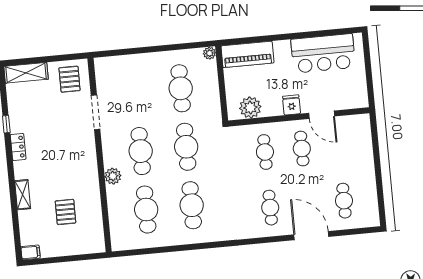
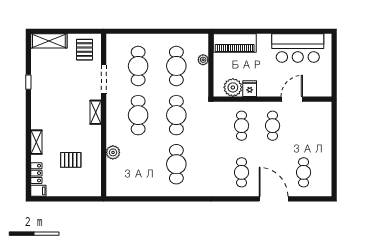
plant: (209, 53) -> (203, 60), moved
fridge: (292, 105) -> (250, 89), moved
door: (322, 115) -> (292, 99), swing flipped
locker: (18, 147) -> (36, 173), moved
shelving: (90, 153) -> (96, 112), added
plant: (113, 176) -> (113, 152), moved
cafe table: (146, 210) -> (138, 66), moved
pallet: (65, 212) -> (71, 160), turned 90

